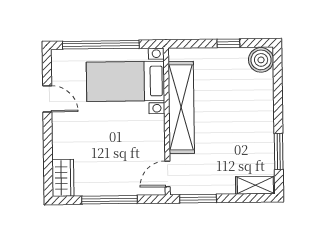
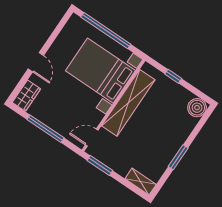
window: (228, 43) -> (173, 76), moved
bed with nightstands: (125, 81) -> (100, 71), width x1.36
door: (47, 99) -> (36, 62), moved
window: (279, 151) -> (178, 157), moved

